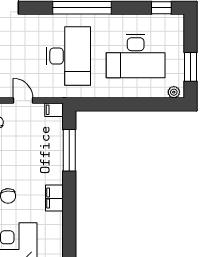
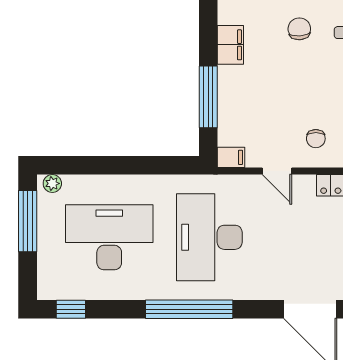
window: (190, 67) -> (28, 221), width x1.44
filing cabinet: (54, 198) -> (230, 45), moved

